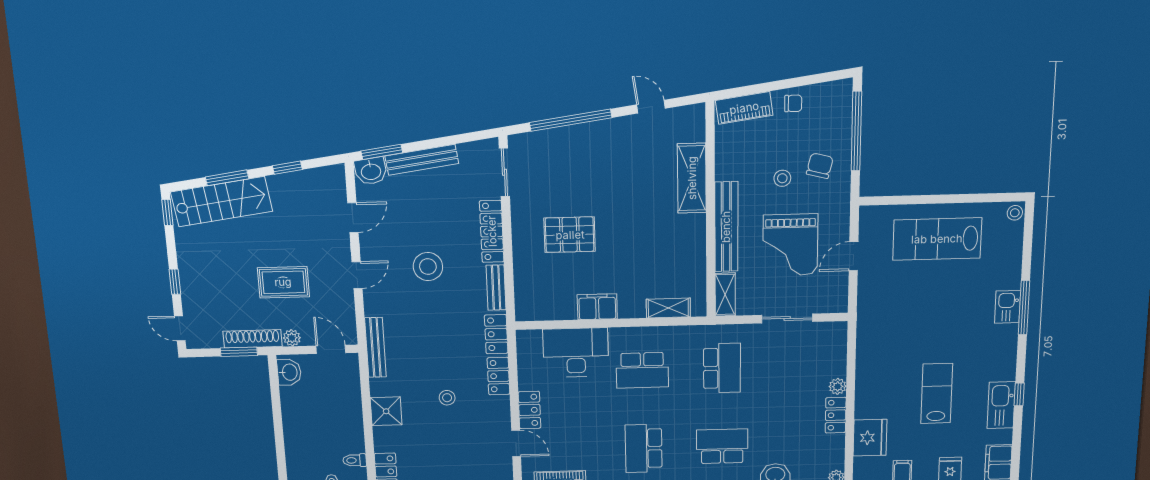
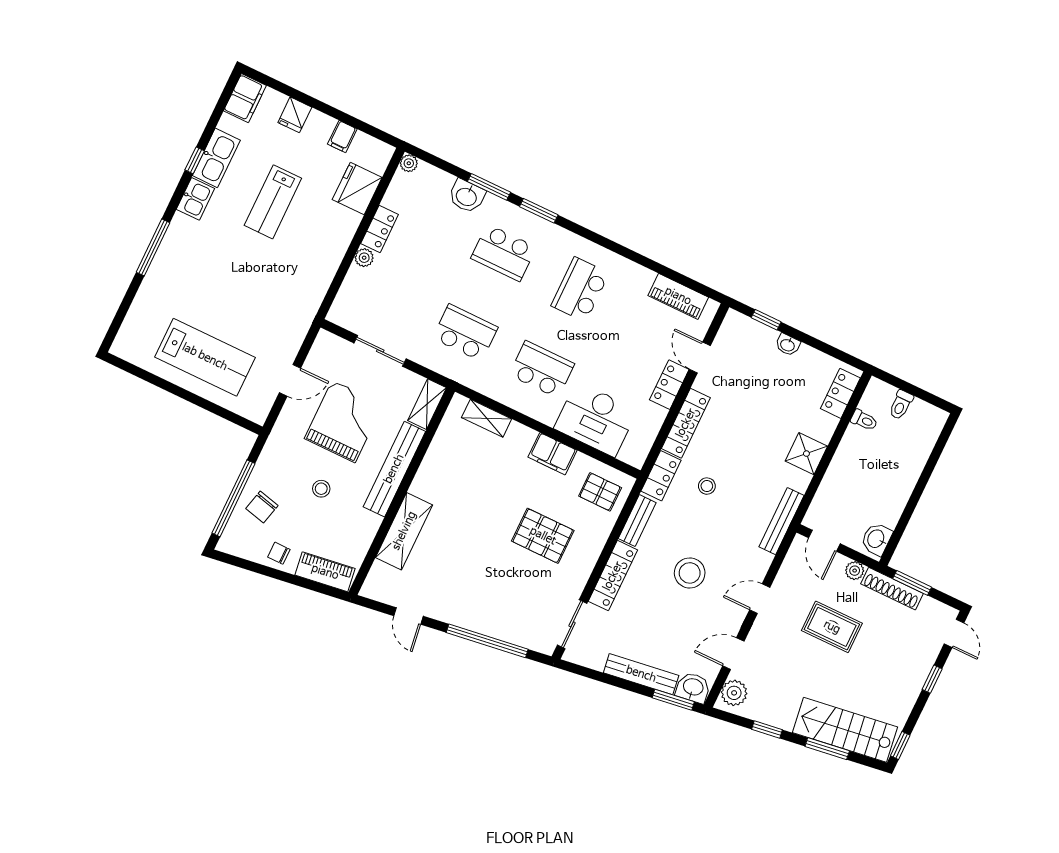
chair: (820, 166) -> (262, 507), moved
plant: (333, 185) -> (734, 693), added
stool: (1015, 213) -> (122, 346), removed
pallet: (540, 295) -> (600, 492), added
kitchen sink: (1007, 307) -> (195, 199), moved
school desk: (722, 368) -> (465, 333), turned 90
locker: (498, 376) -> (686, 423), width x1.53
stool: (447, 398) -> (707, 486), moved
school desk: (644, 448) -> (580, 289), turned 180

